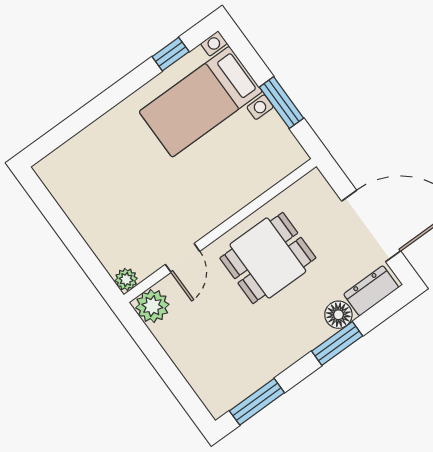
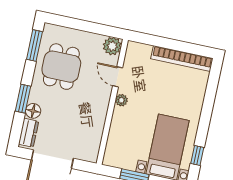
bookcase: (73, 204) -> (182, 59), added
dining table: (268, 258) -> (61, 67), moved
plant: (126, 279) -> (121, 100), moved

